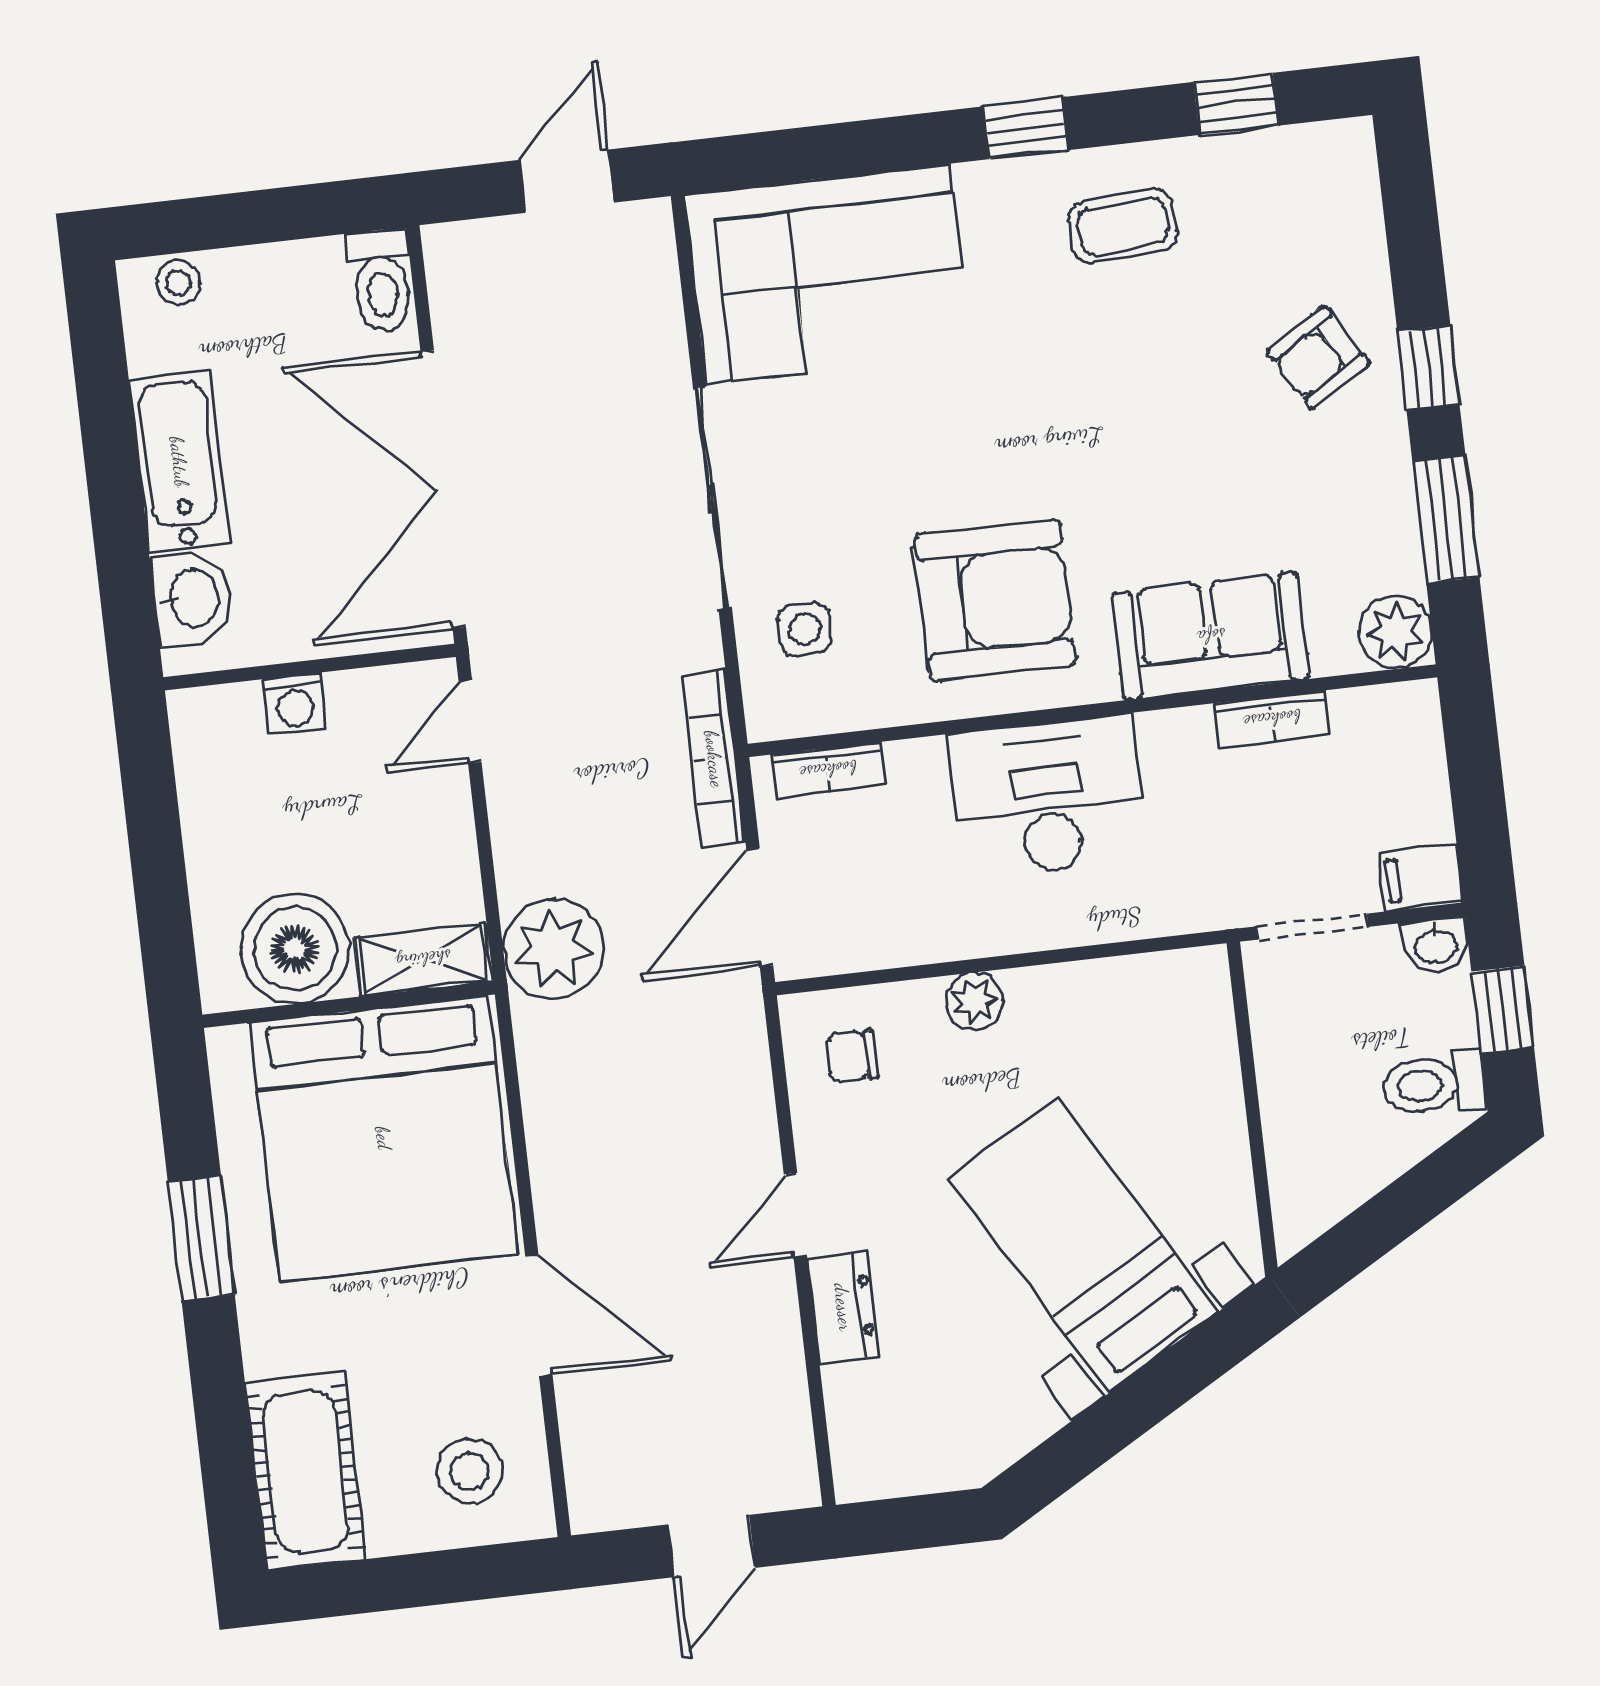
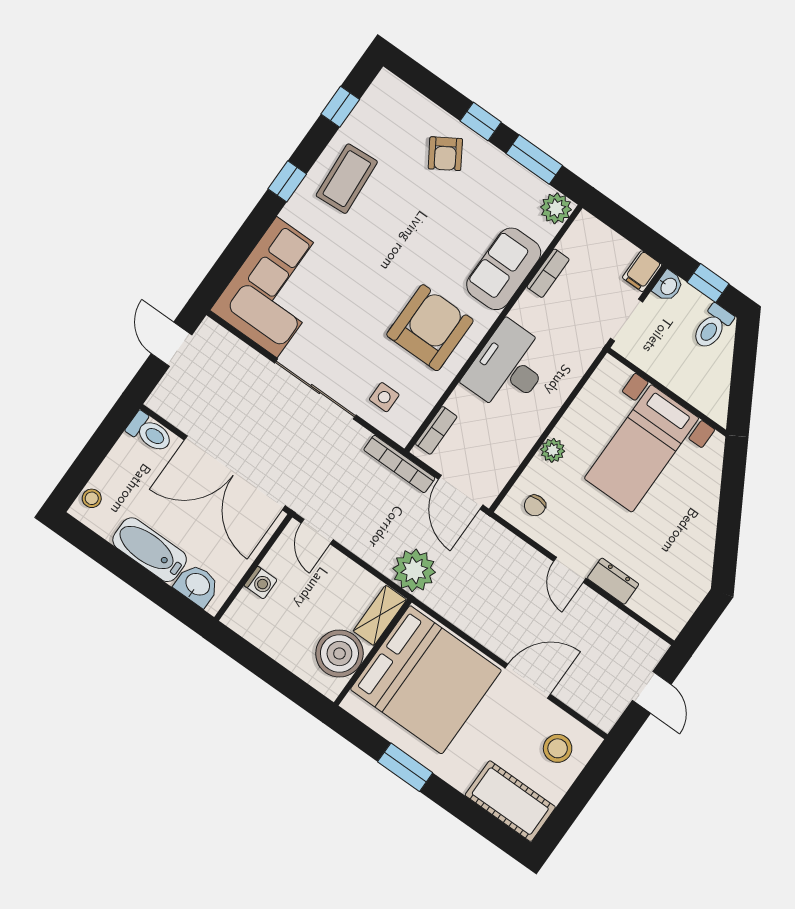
coffee table: (1123, 226) -> (347, 179), width x1.36, depth x1.30
bed with nightstands: (1083, 1245) -> (642, 448), moved, turned -60

